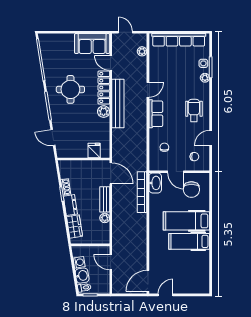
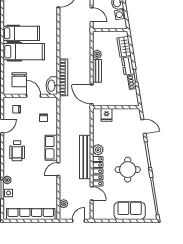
door: (125, 32) -> (78, 221), swing flipped
sofa: (92, 44) -> (130, 211), moved
chair: (191, 190) -> (19, 80), turned 180

